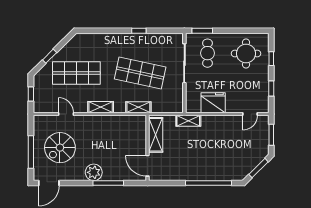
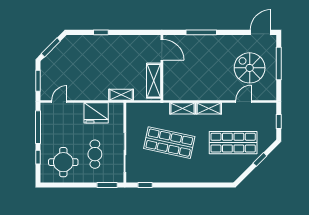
window: (139, 31) -> (145, 185), moved
cafe table: (207, 53) -> (95, 154), moved
window: (271, 88) -> (38, 127), width x2.17
shelving: (138, 107) -> (182, 108), moved
door: (66, 114) -> (243, 101), swing flipped
spiral stairs: (60, 148) -> (250, 68), turned -90
plant: (94, 172) -> (216, 43), removed
window: (208, 183) -> (101, 32), width x0.32

